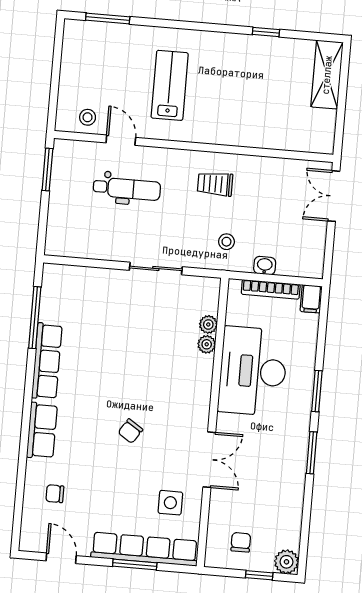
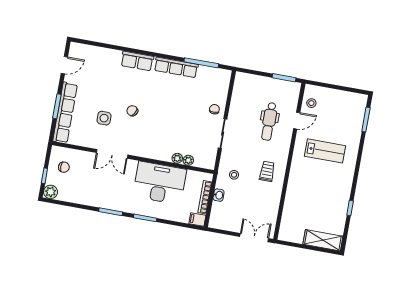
chair: (55, 494) -> (214, 109), moved
side table: (170, 503) -> (104, 118), moved

